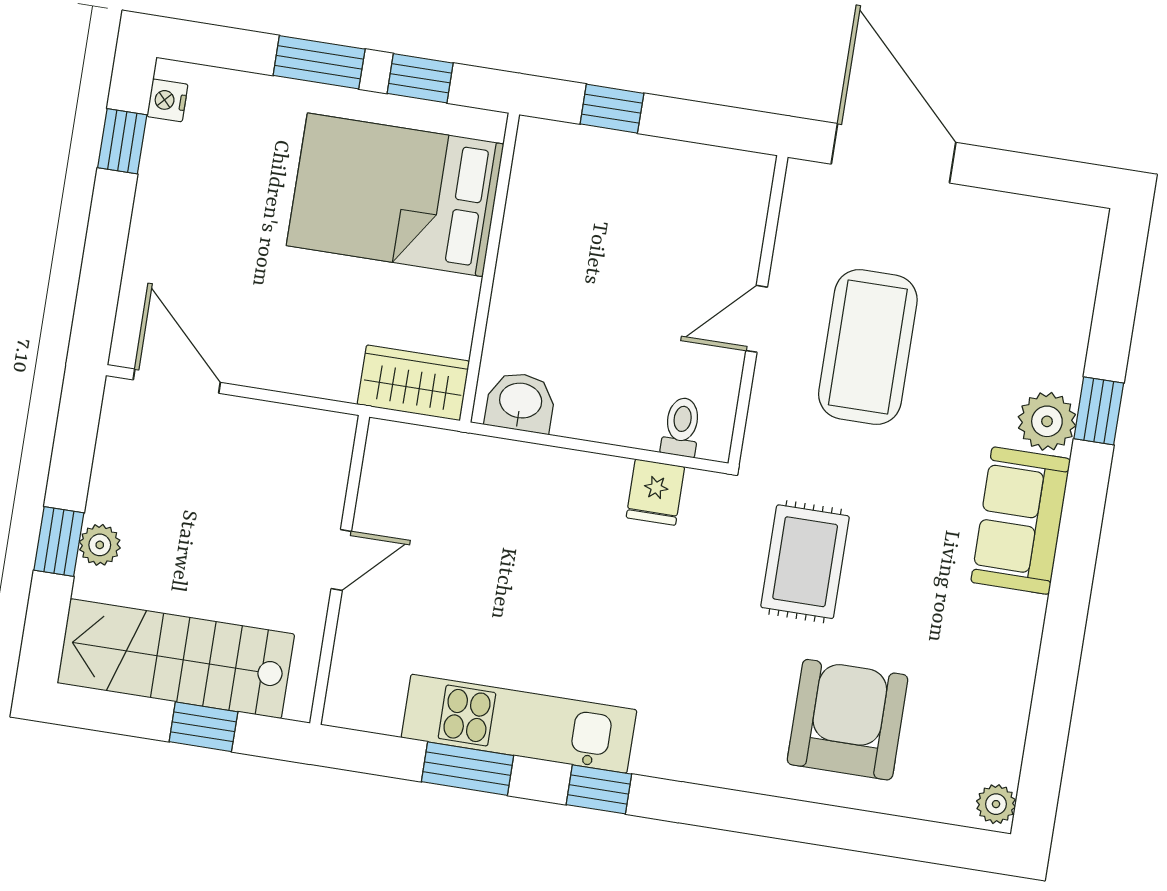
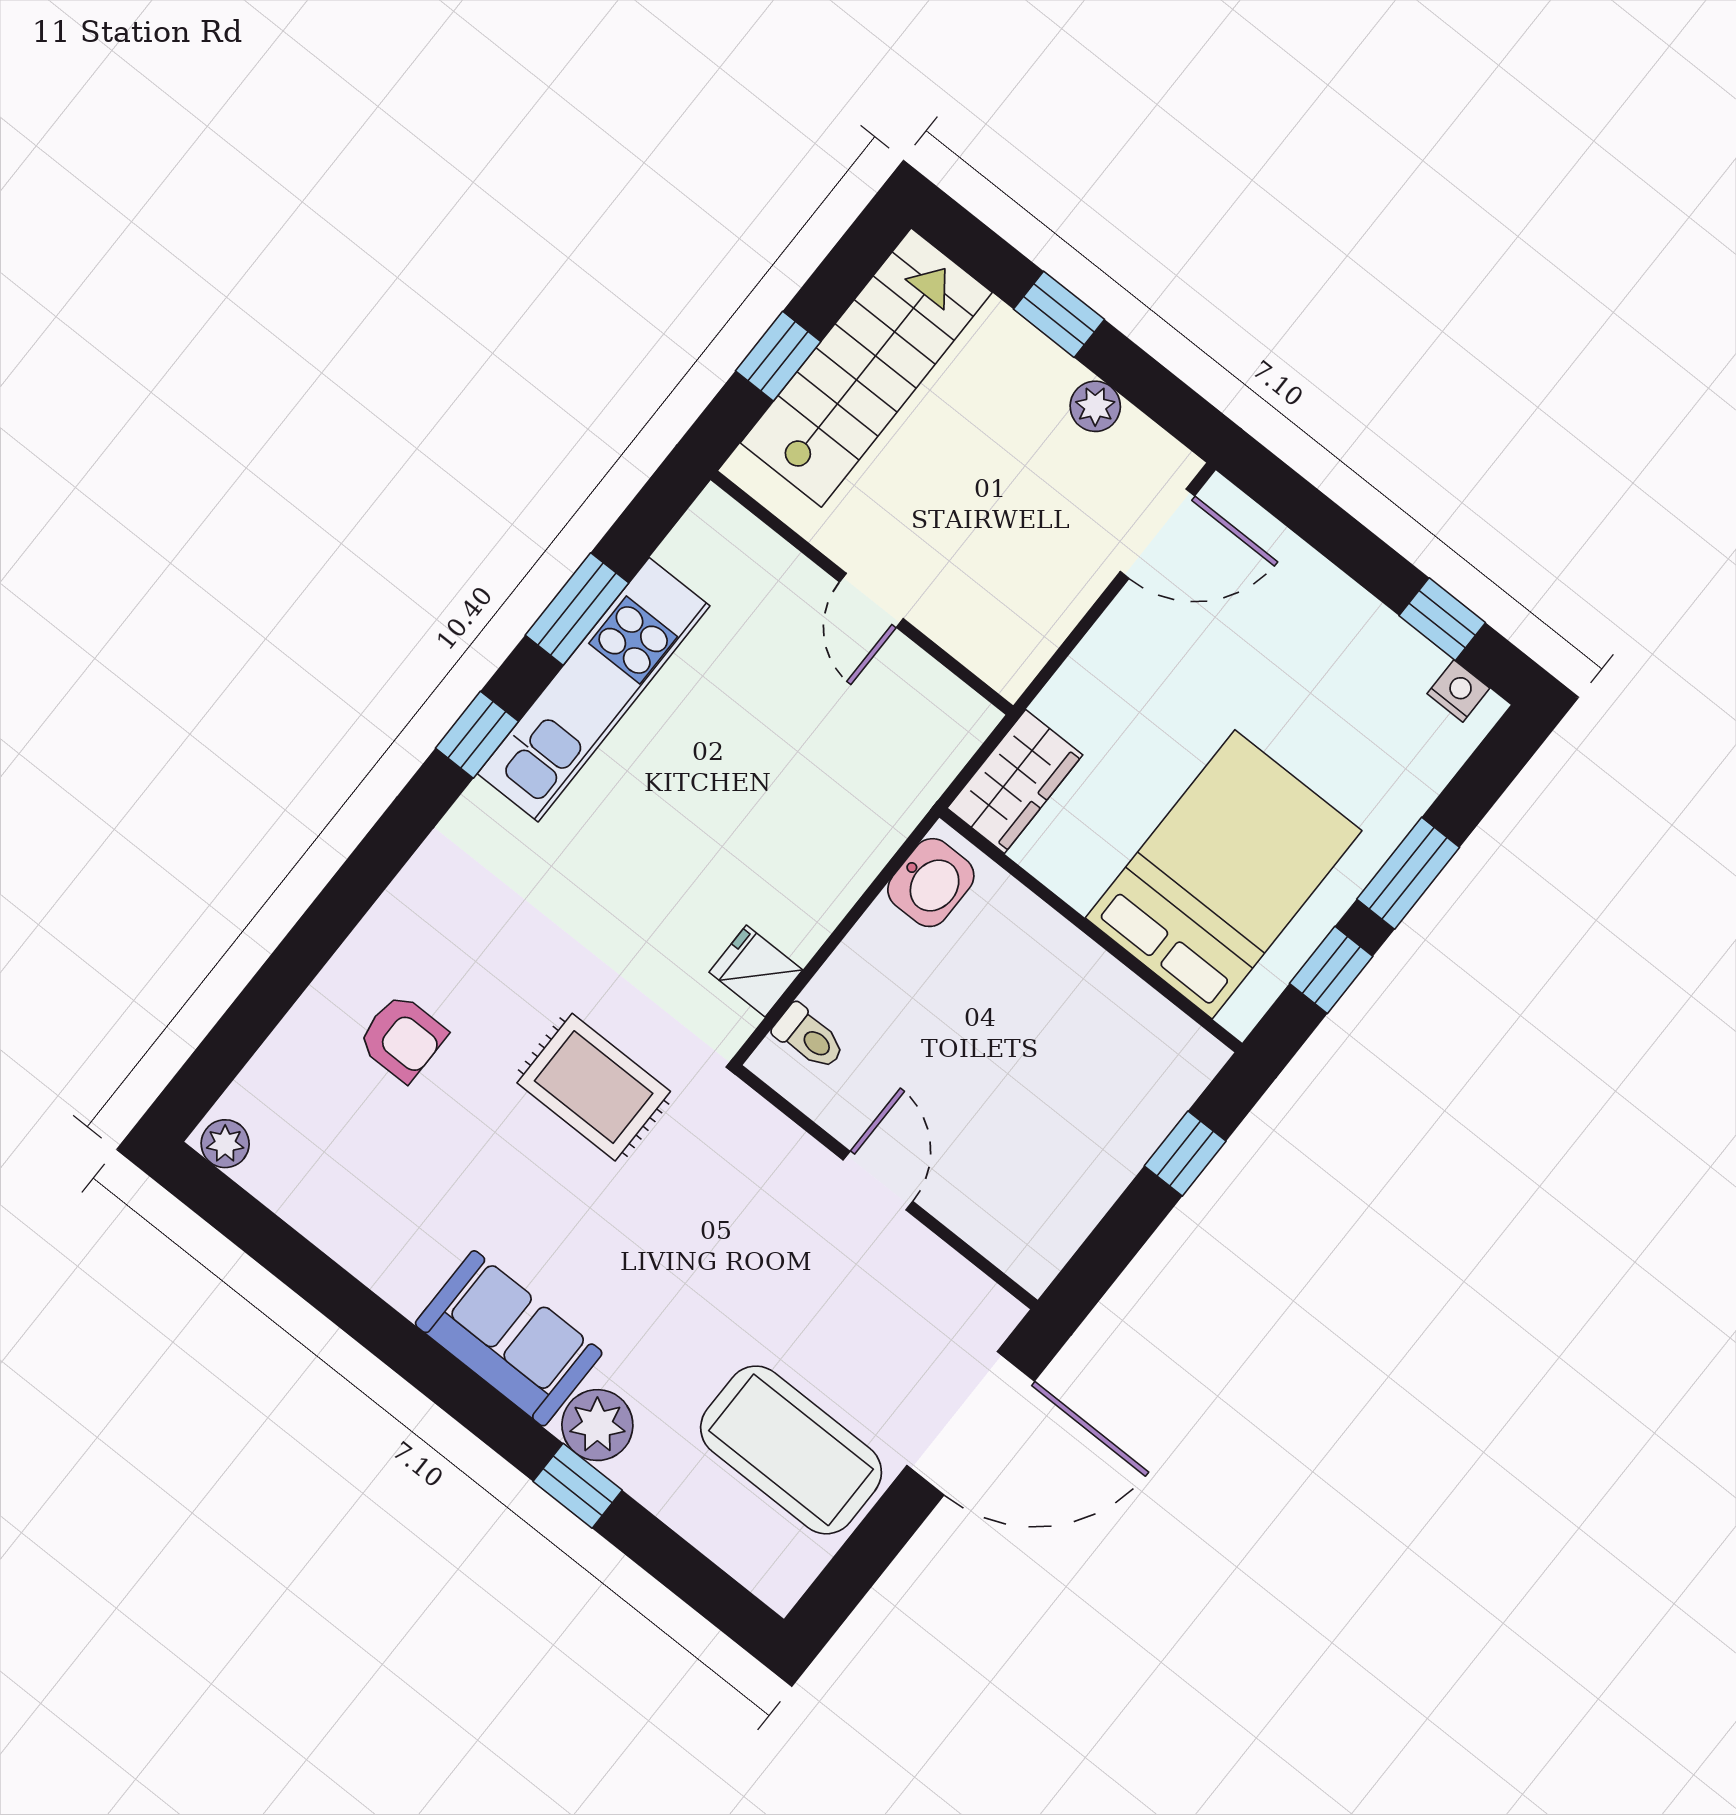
coffee table: (868, 347) -> (791, 1450), moved
plant: (100, 545) -> (1095, 406), moved
armchair: (848, 720) -> (402, 1038), width x0.53, depth x0.53

